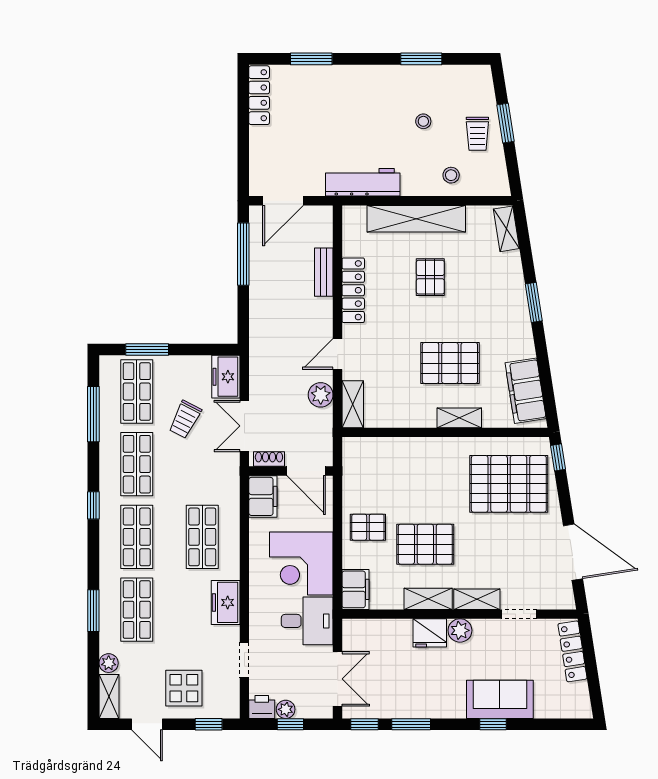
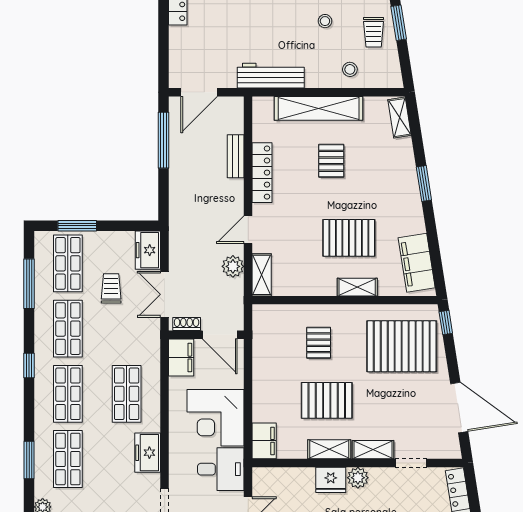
trolley: (185, 419) -> (111, 288), turned 153
pallet: (368, 527) -> (319, 343), moved, turned 90

